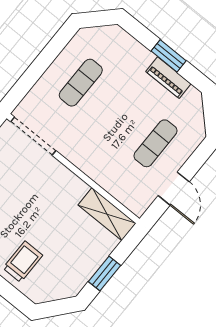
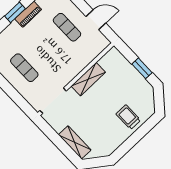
shelving: (107, 214) -> (88, 79), moved

